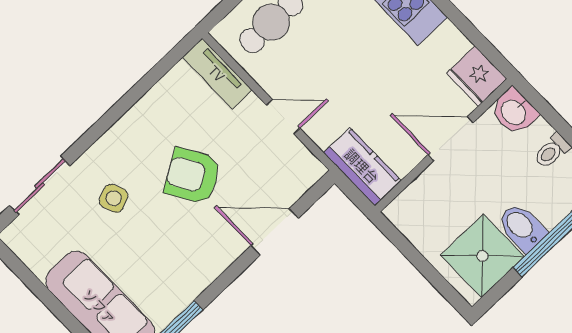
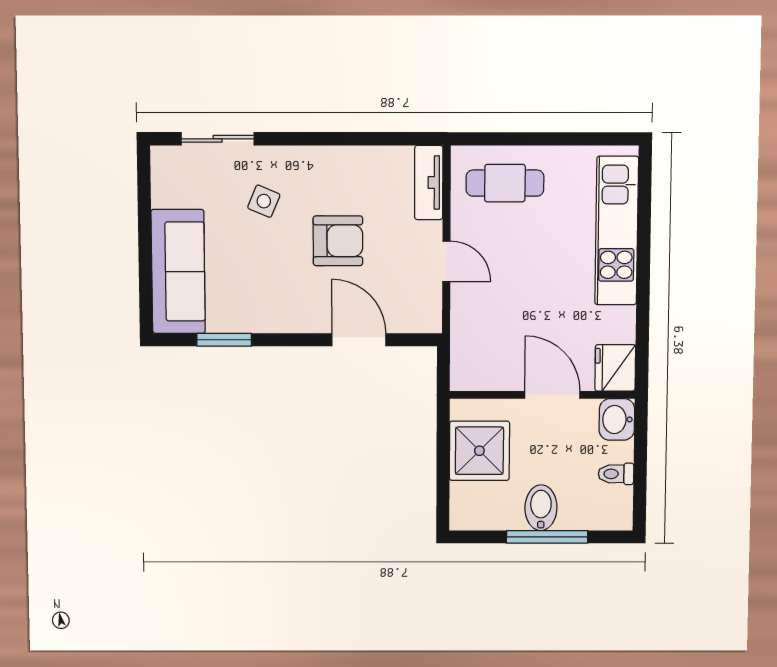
kitchen counter: (362, 166) -> (469, 353), removed
armchair: (193, 176) -> (338, 241), turned 121
side table: (114, 198) -> (264, 201), turned 45
shower: (482, 256) -> (479, 451), moved

